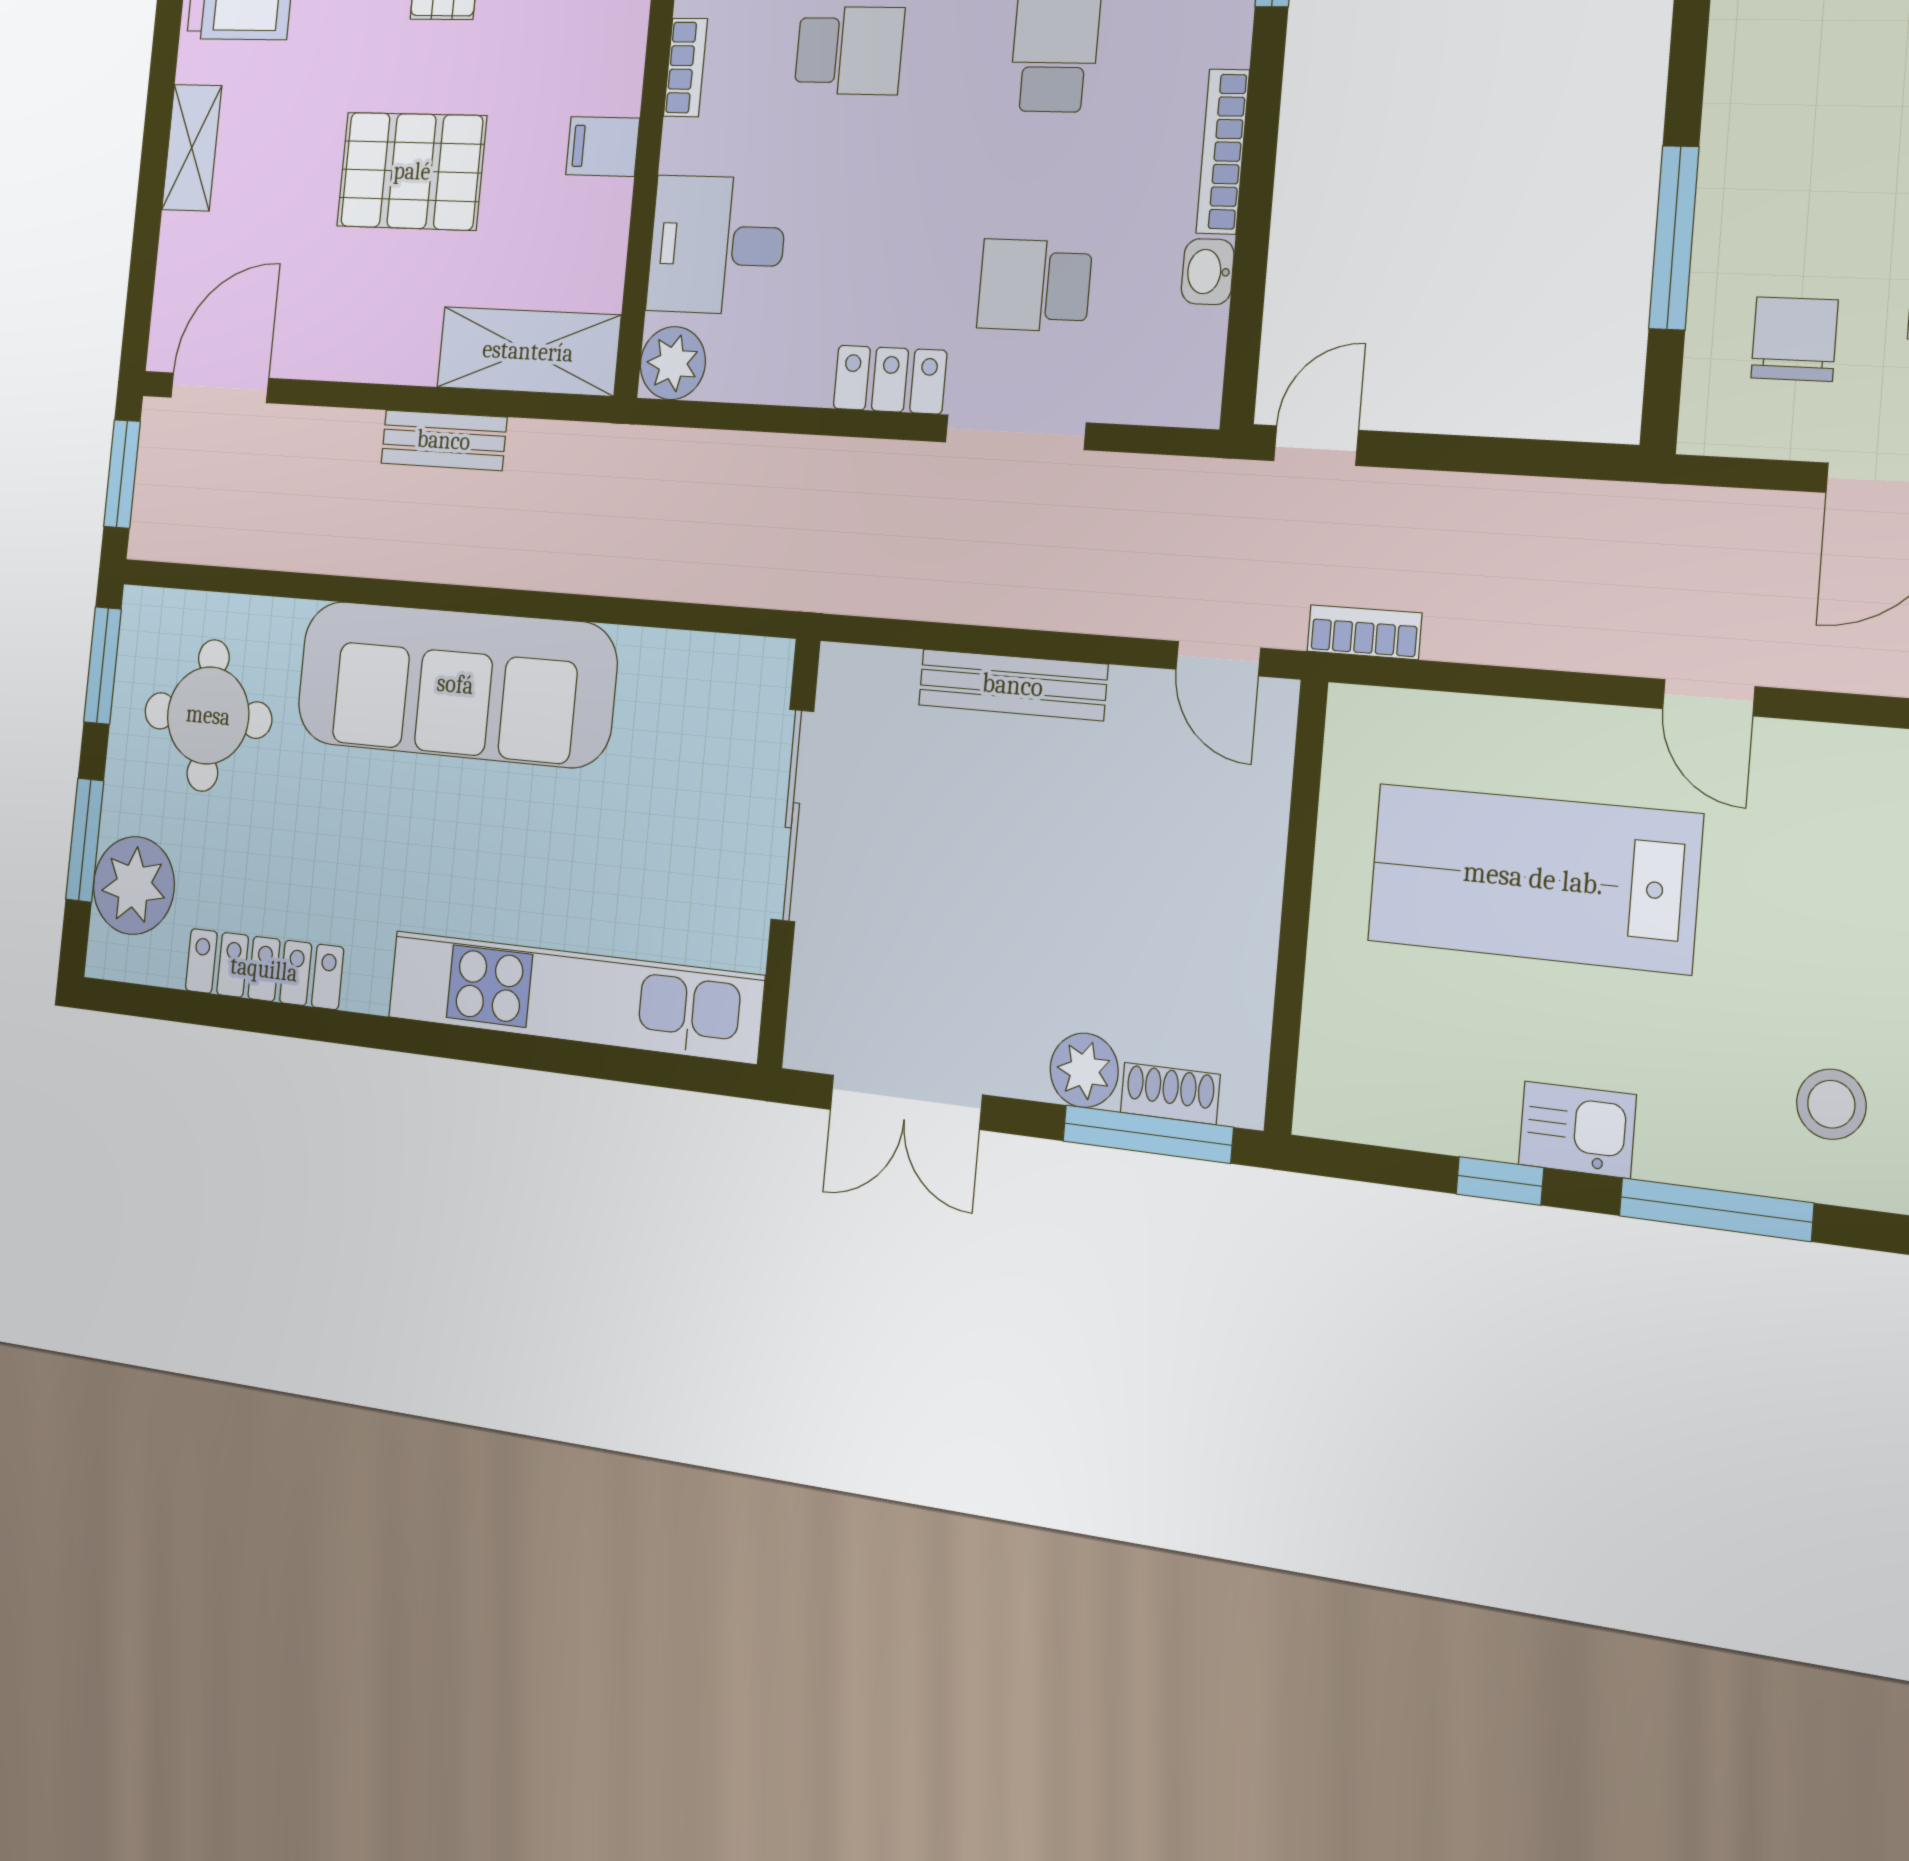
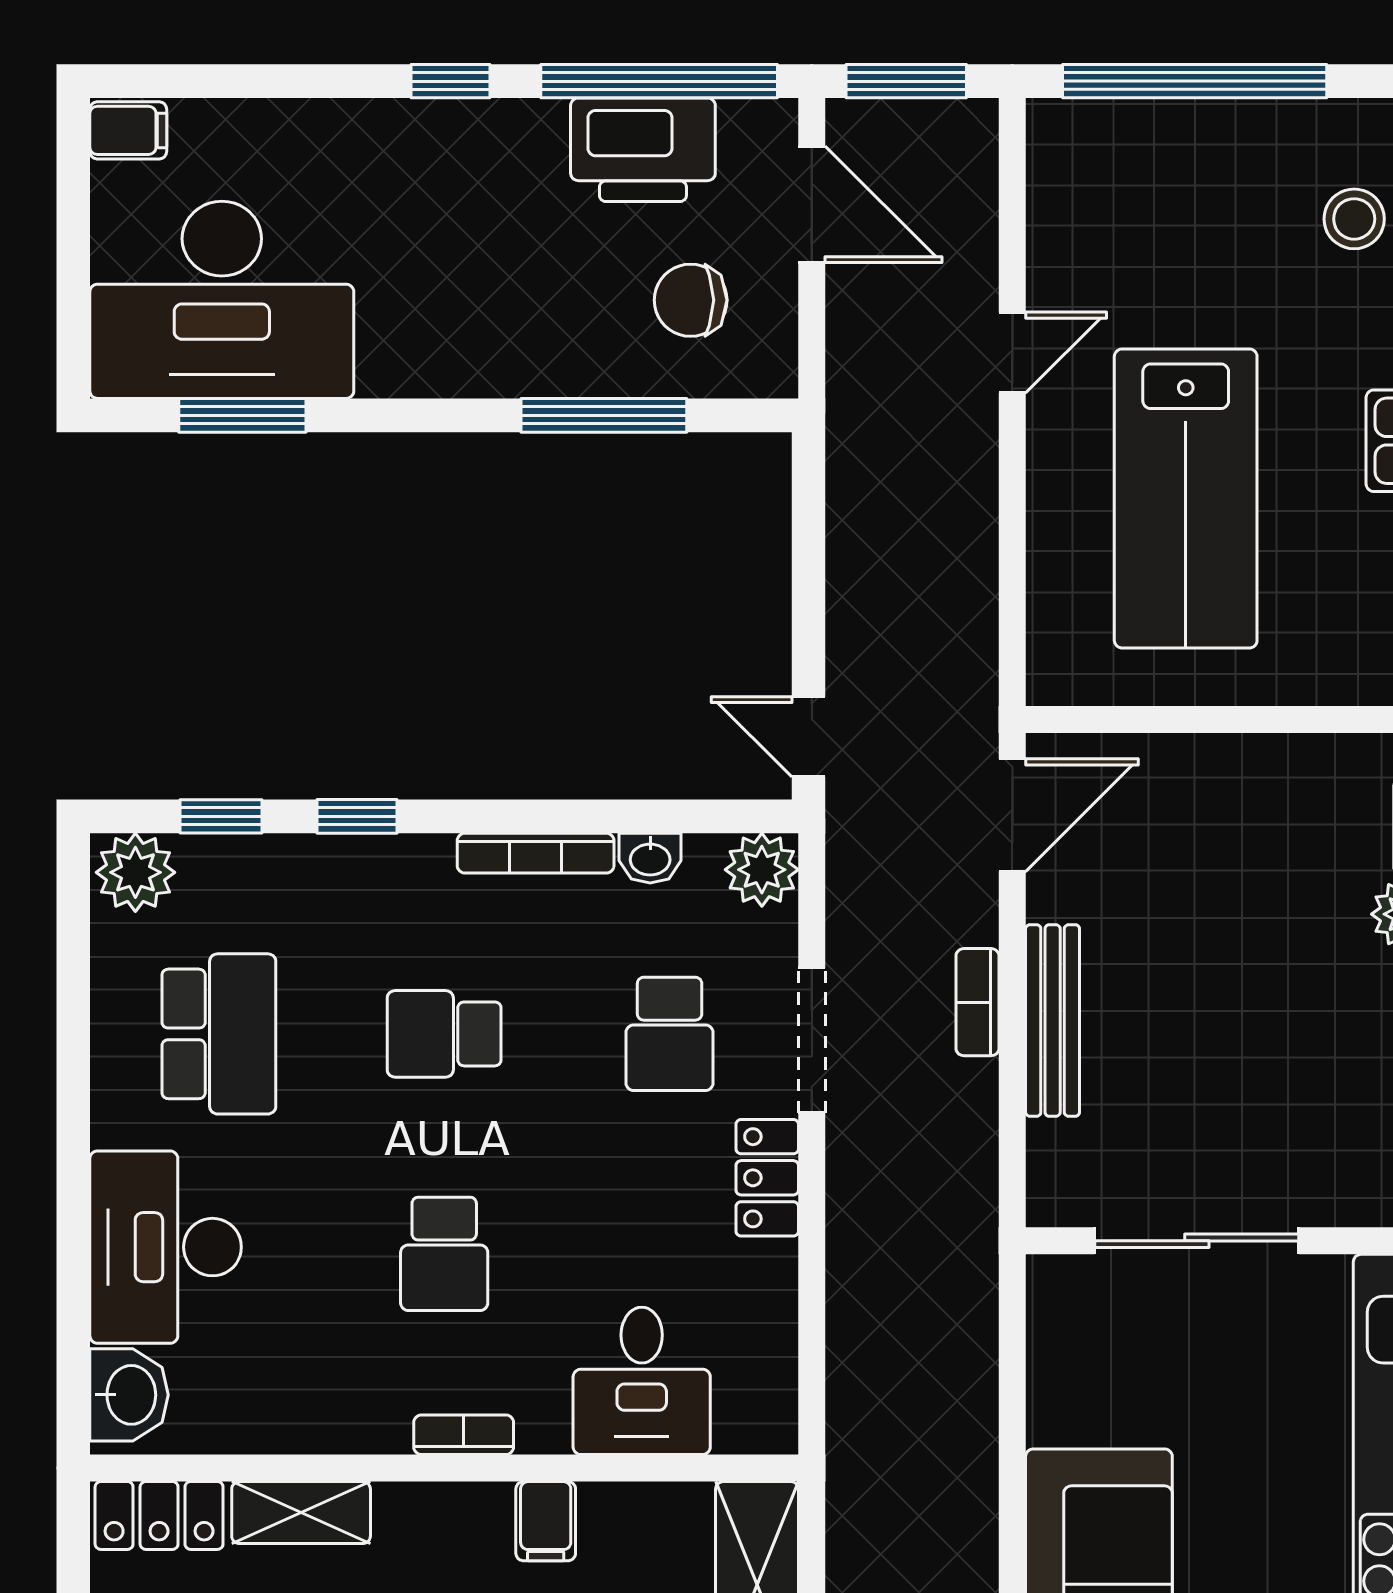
school desk: (849, 51) -> (444, 1254), turned 180
plant: (673, 363) -> (762, 870), moved
bookcase: (1364, 632) -> (977, 1002), moved
door: (1218, 659) -> (1012, 815), width x1.38

